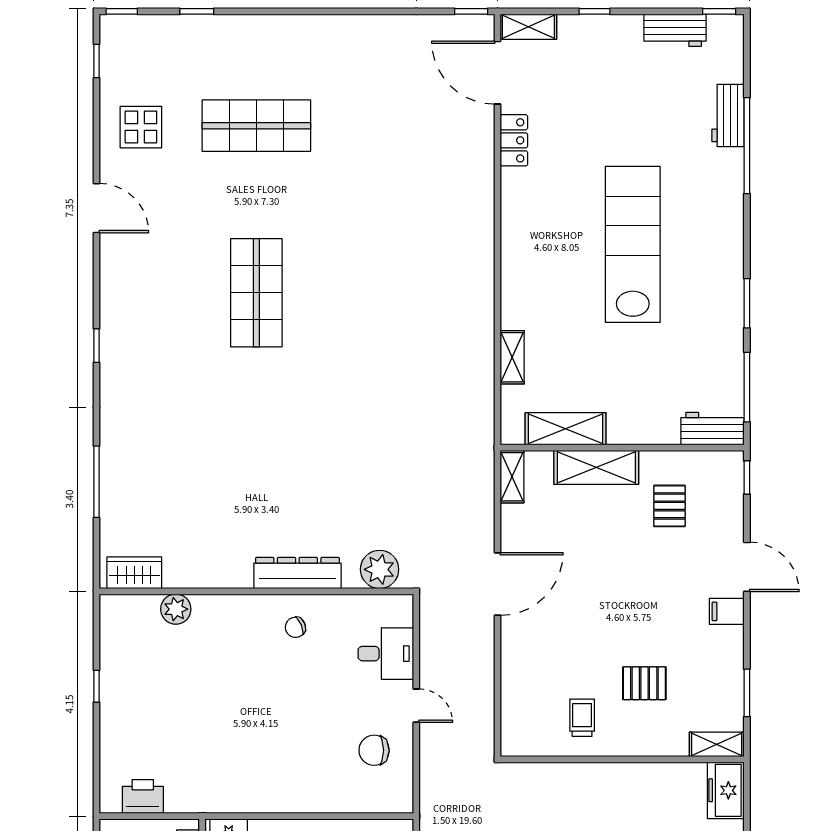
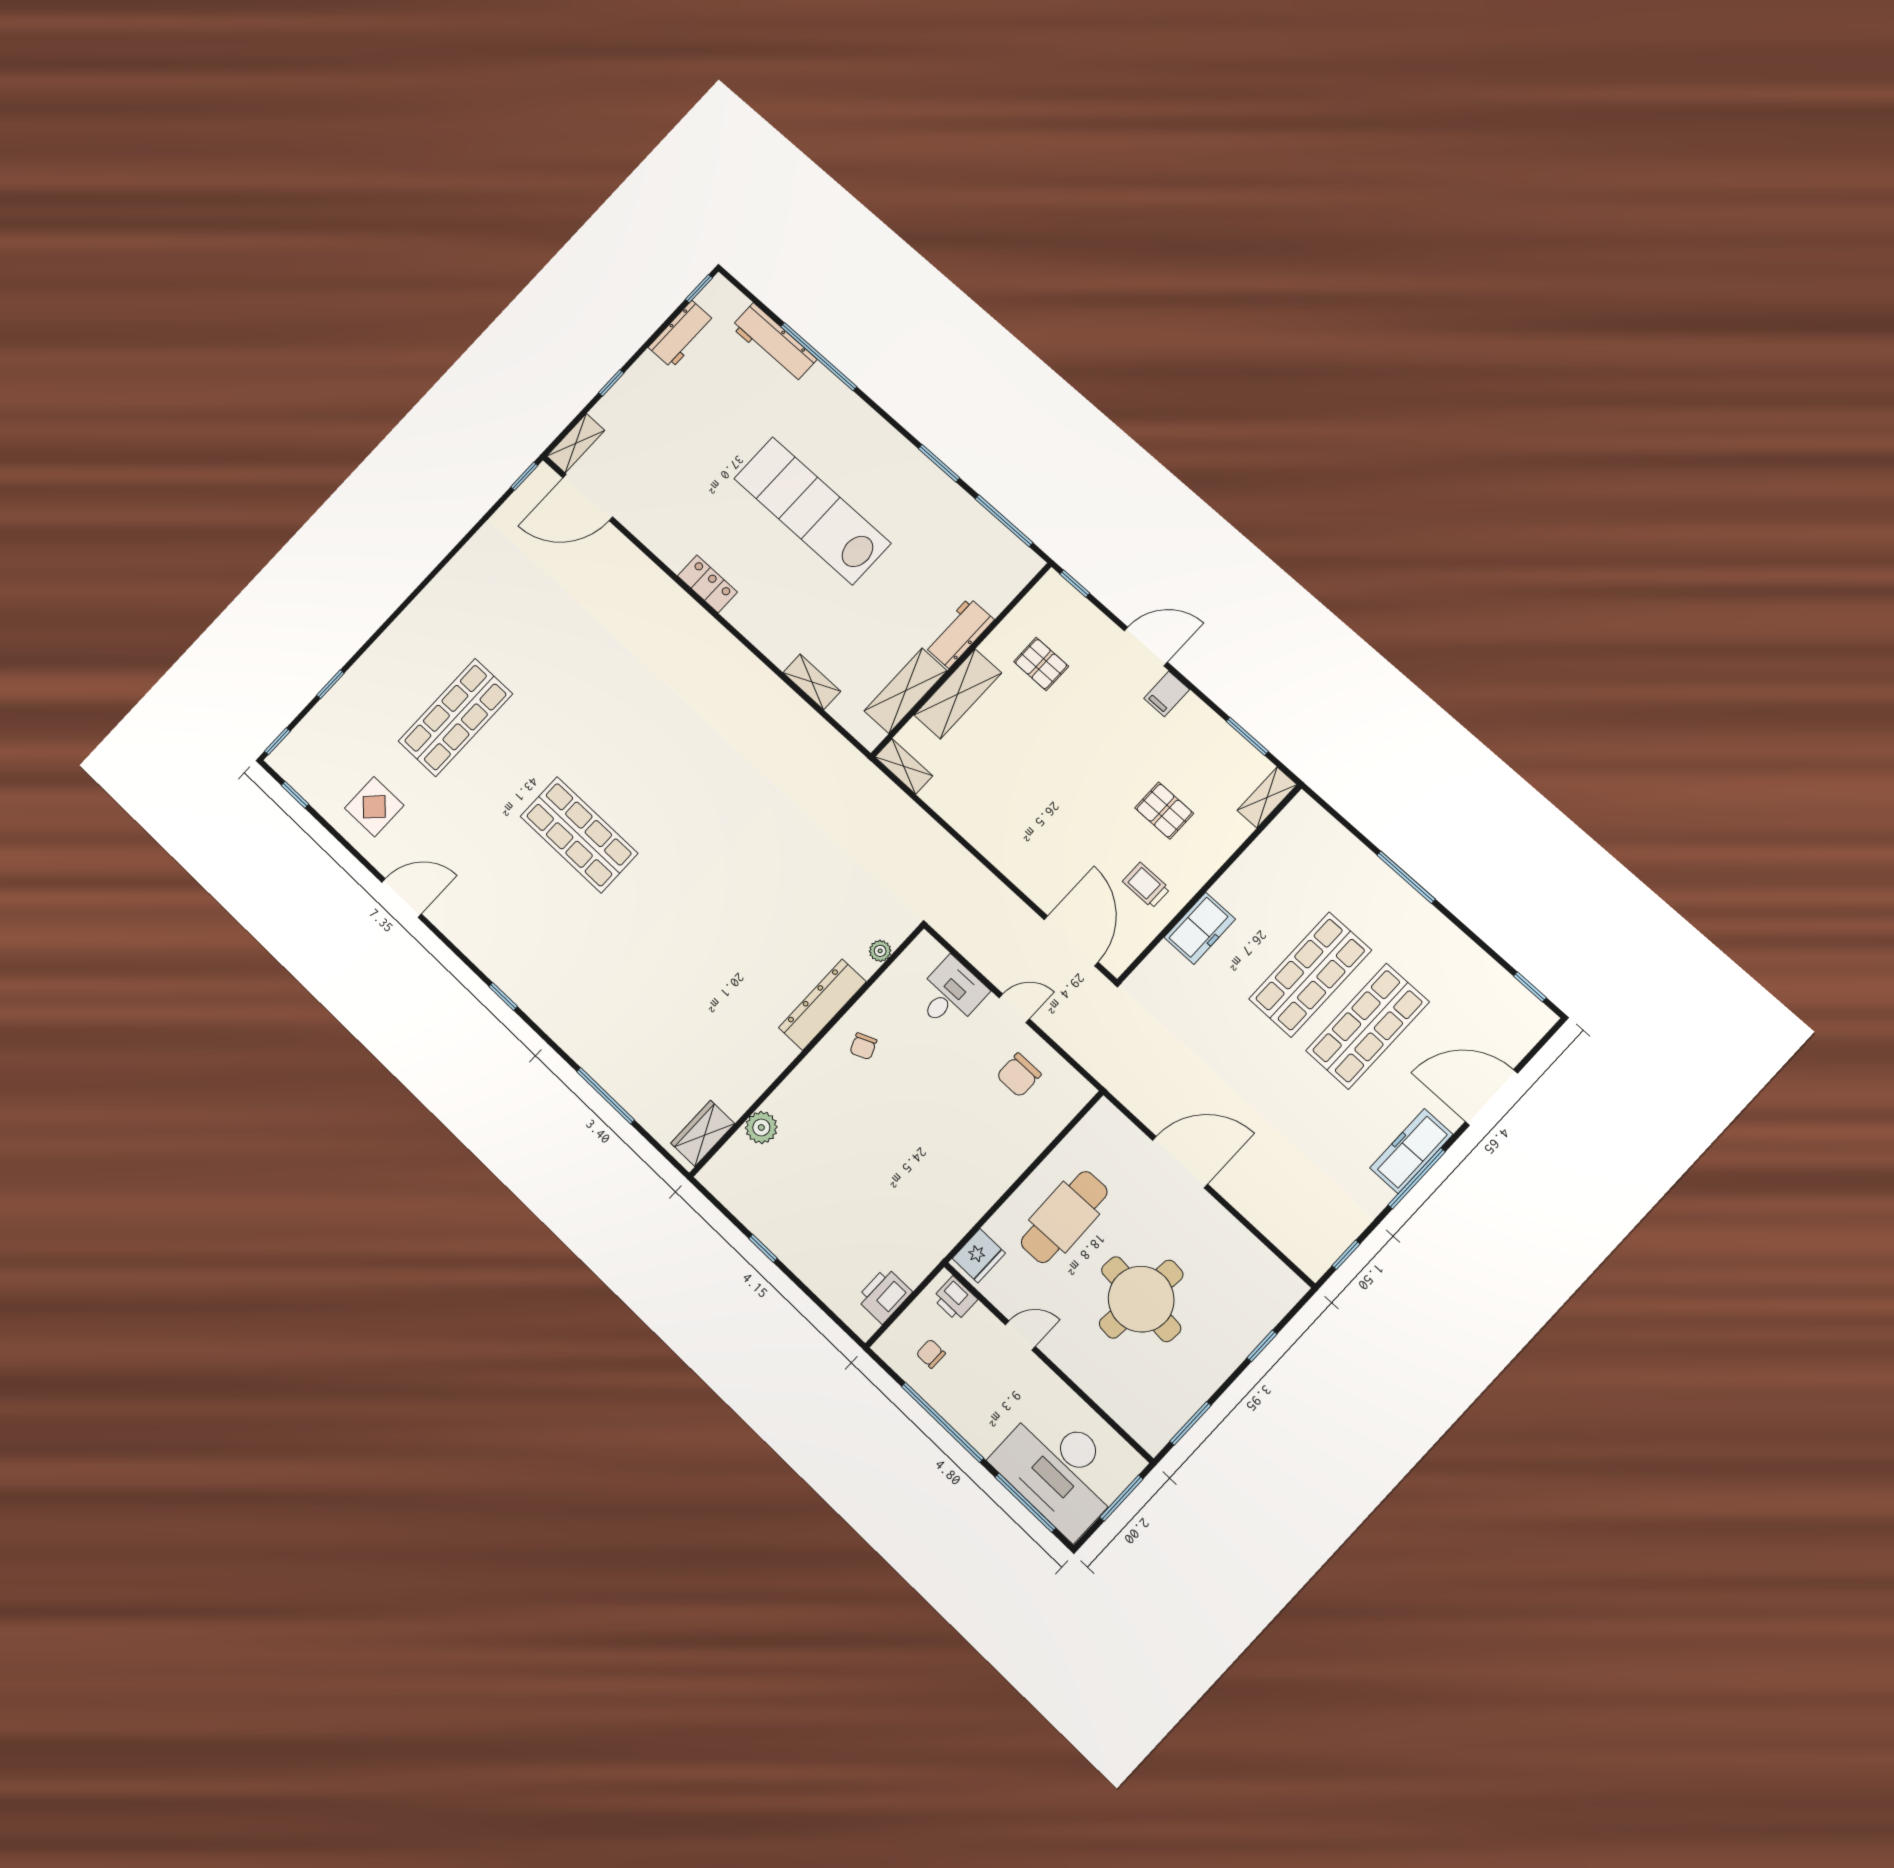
workbench: (728, 115) -> (774, 343), width x1.38
locker: (514, 140) -> (707, 584), moved
workbench: (713, 429) -> (959, 633), moved
plant: (380, 569) -> (880, 951), width x0.53, depth x0.53
door: (498, 584) -> (1071, 941), moved
pallet: (644, 683) -> (1164, 811), turned 90
freezer: (726, 790) -> (1200, 928), moved, turned -90

